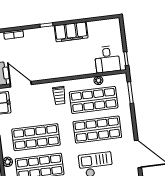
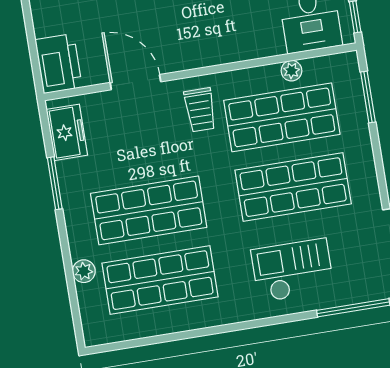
door: (21, 84) -> (135, 82), moved

